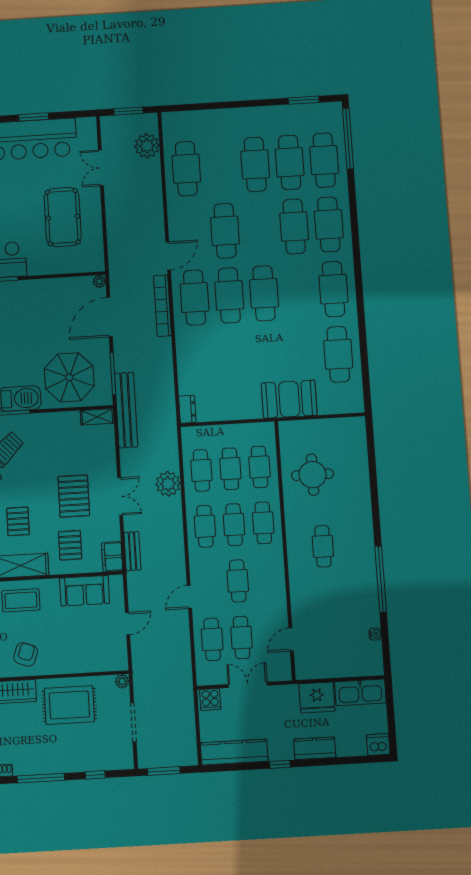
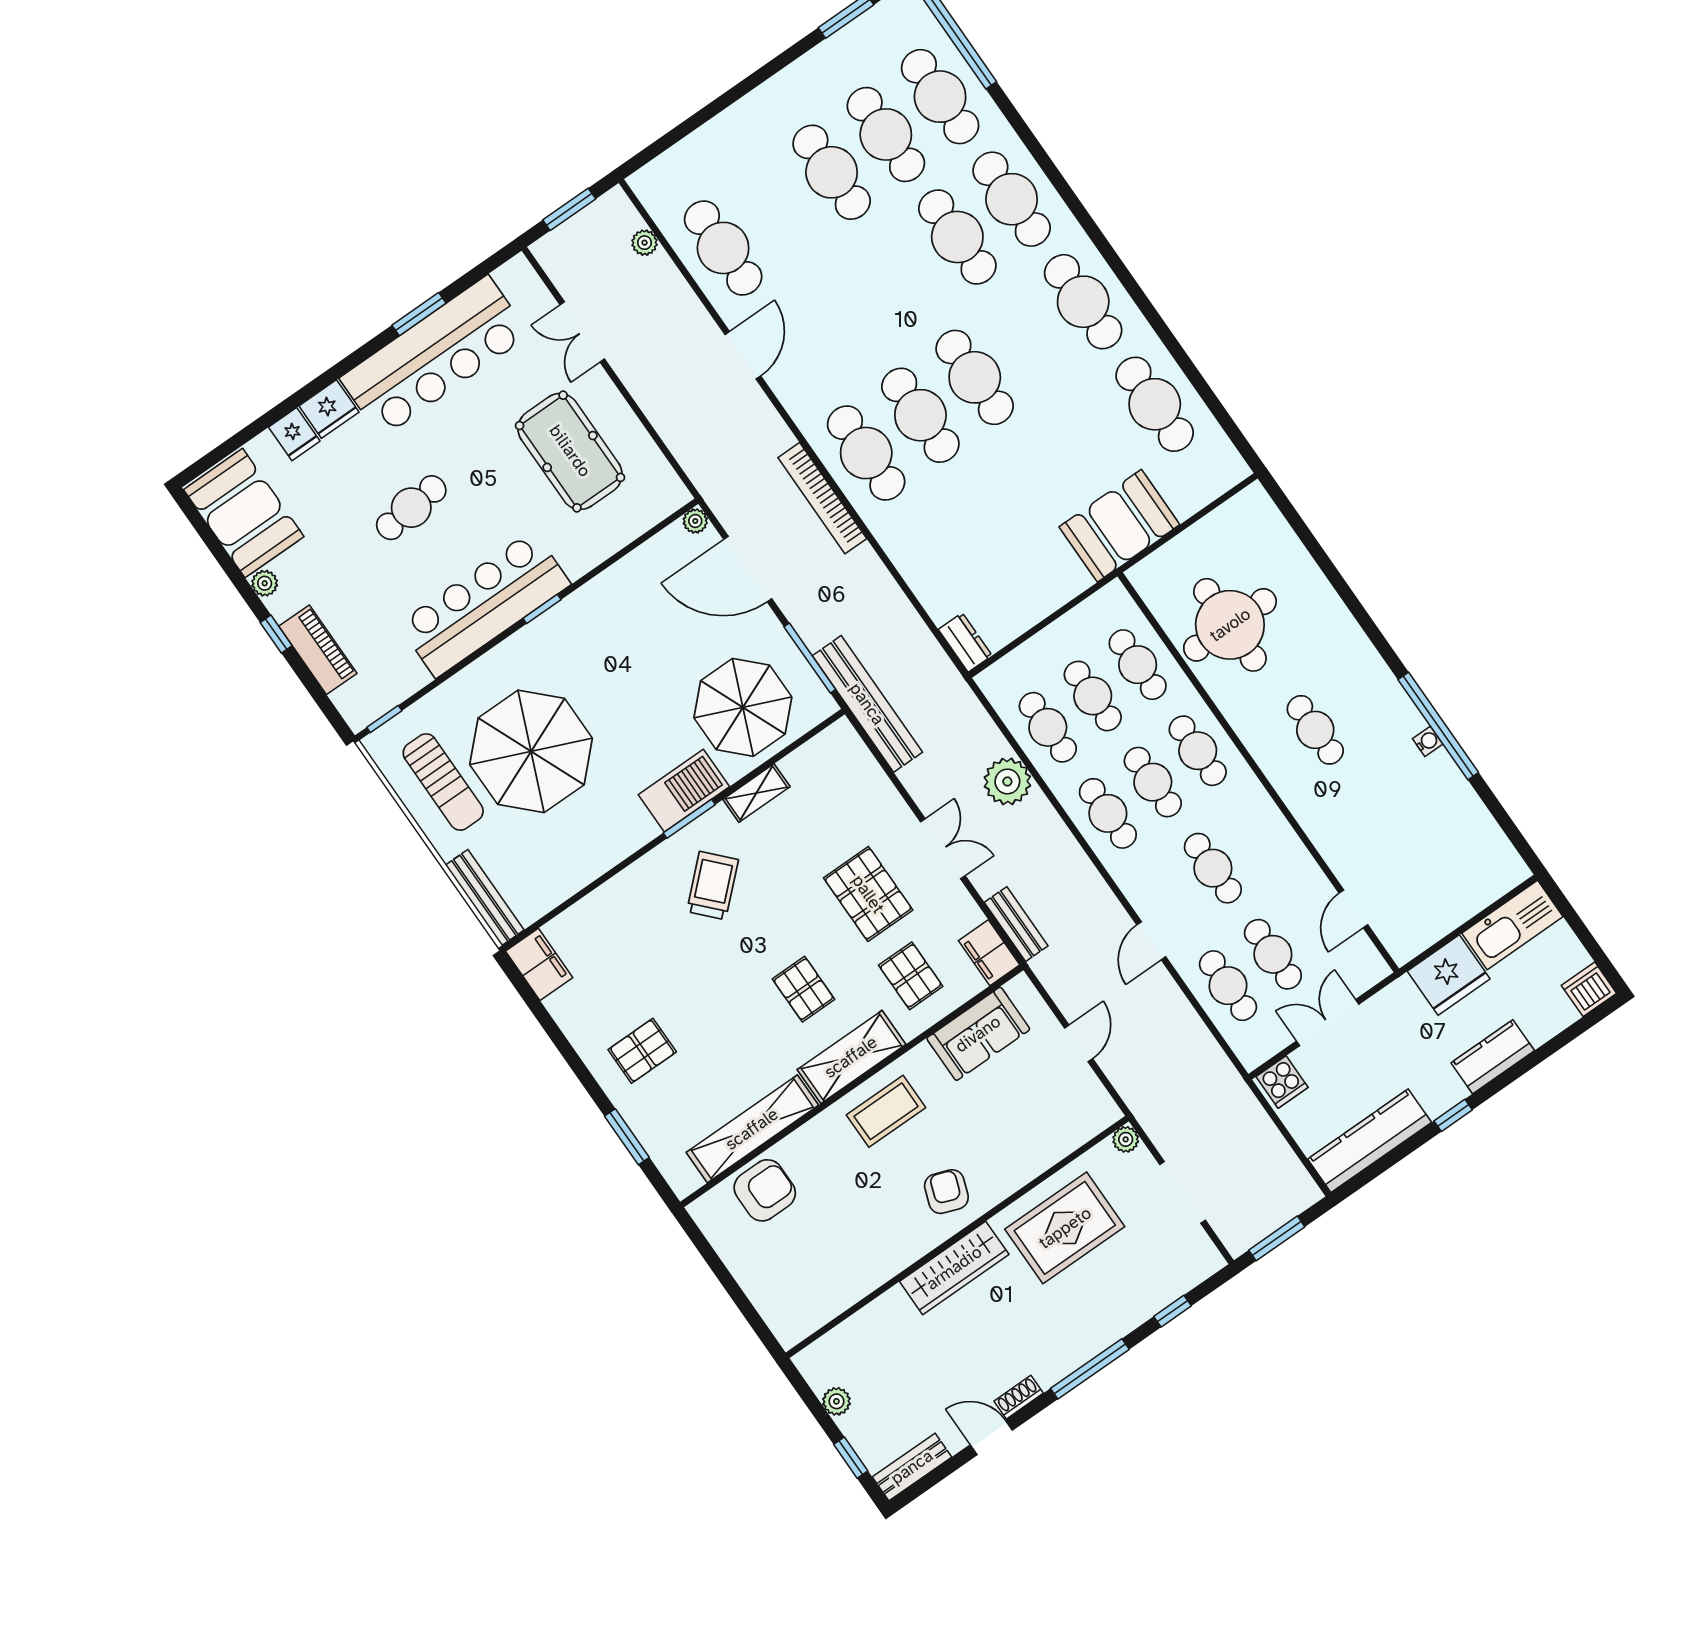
plant: (147, 146) -> (645, 243), width x0.53, depth x0.53
cafe table: (225, 231) -> (849, 313), removed
door: (168, 256) -> (743, 355), moved
door: (110, 317) -> (748, 569), hinge flipped
shelving: (97, 417) -> (756, 793), moved
round table: (313, 475) -> (1230, 625), width x1.36, depth x1.36
water cooler: (375, 634) -> (1428, 741), moved

